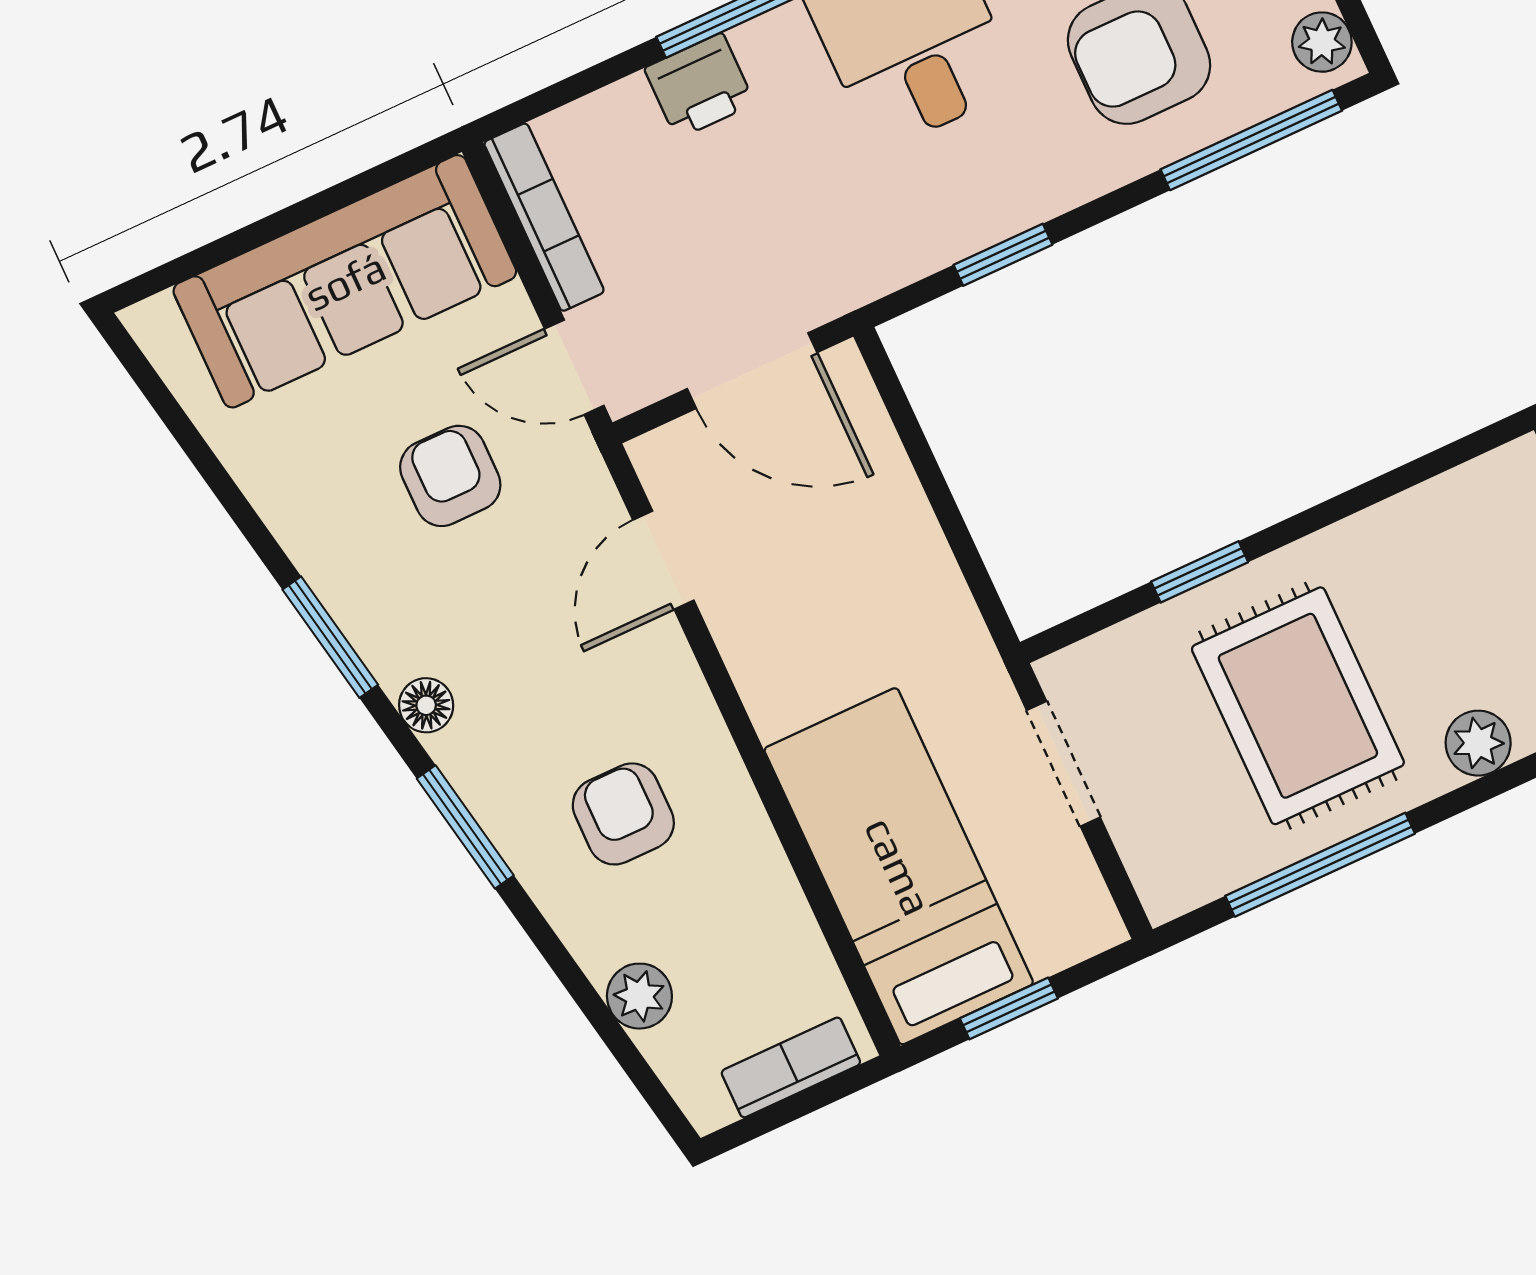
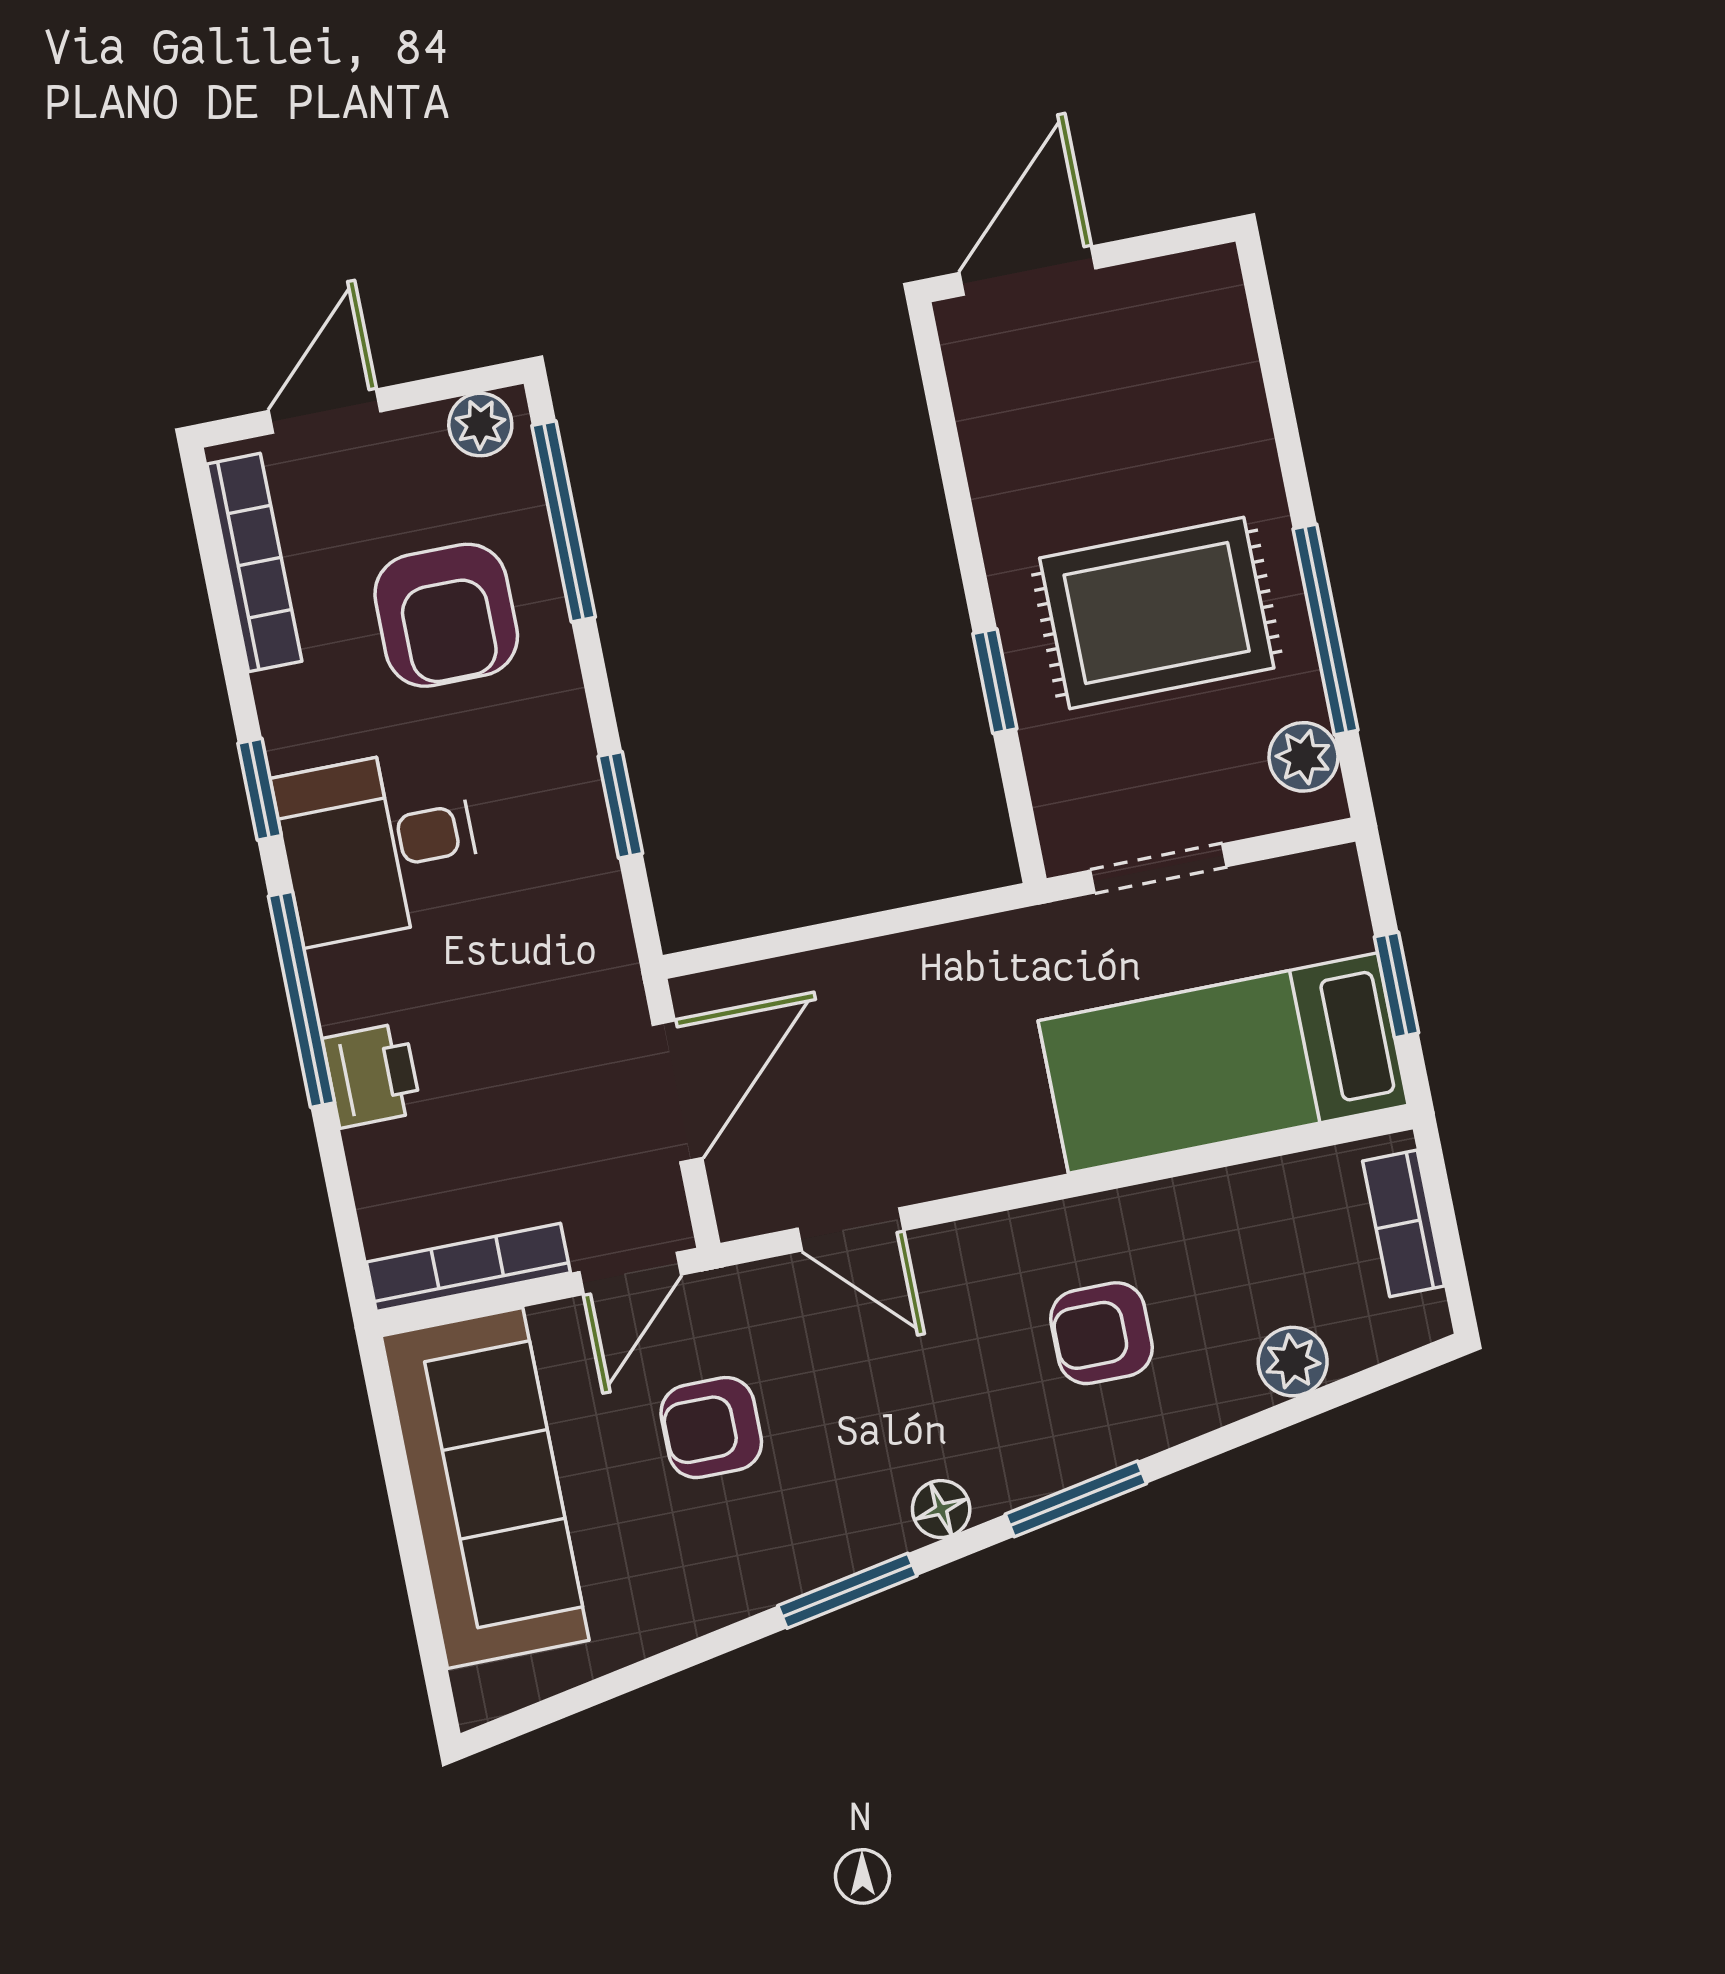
plant: (1478, 743) -> (1303, 757), moved

